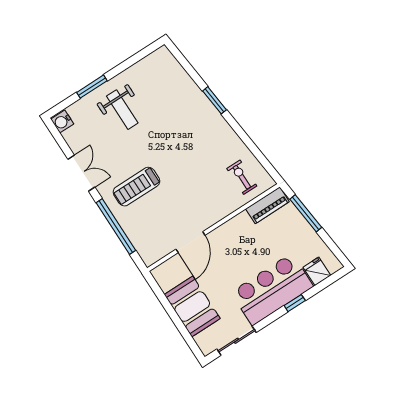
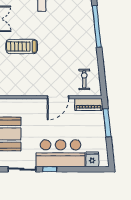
window: (214, 100) -> (97, 26), width x2.11
door: (190, 242) -> (58, 97), moved
window: (295, 303) -> (50, 169), moved

